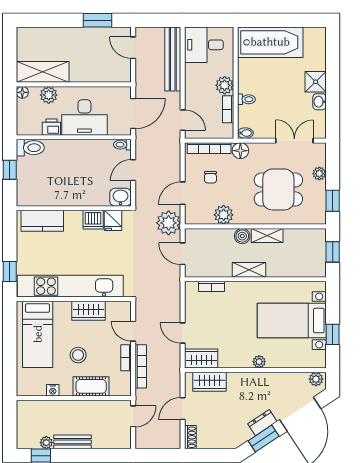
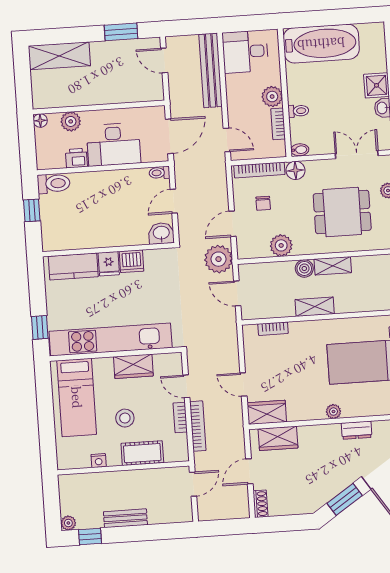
shelving: (43, 72) -> (59, 56), moved
fridge: (113, 220) -> (109, 264), moved
dresser: (262, 423) -> (357, 430), moved, turned -147
plant: (46, 443) -> (68, 523), moved

